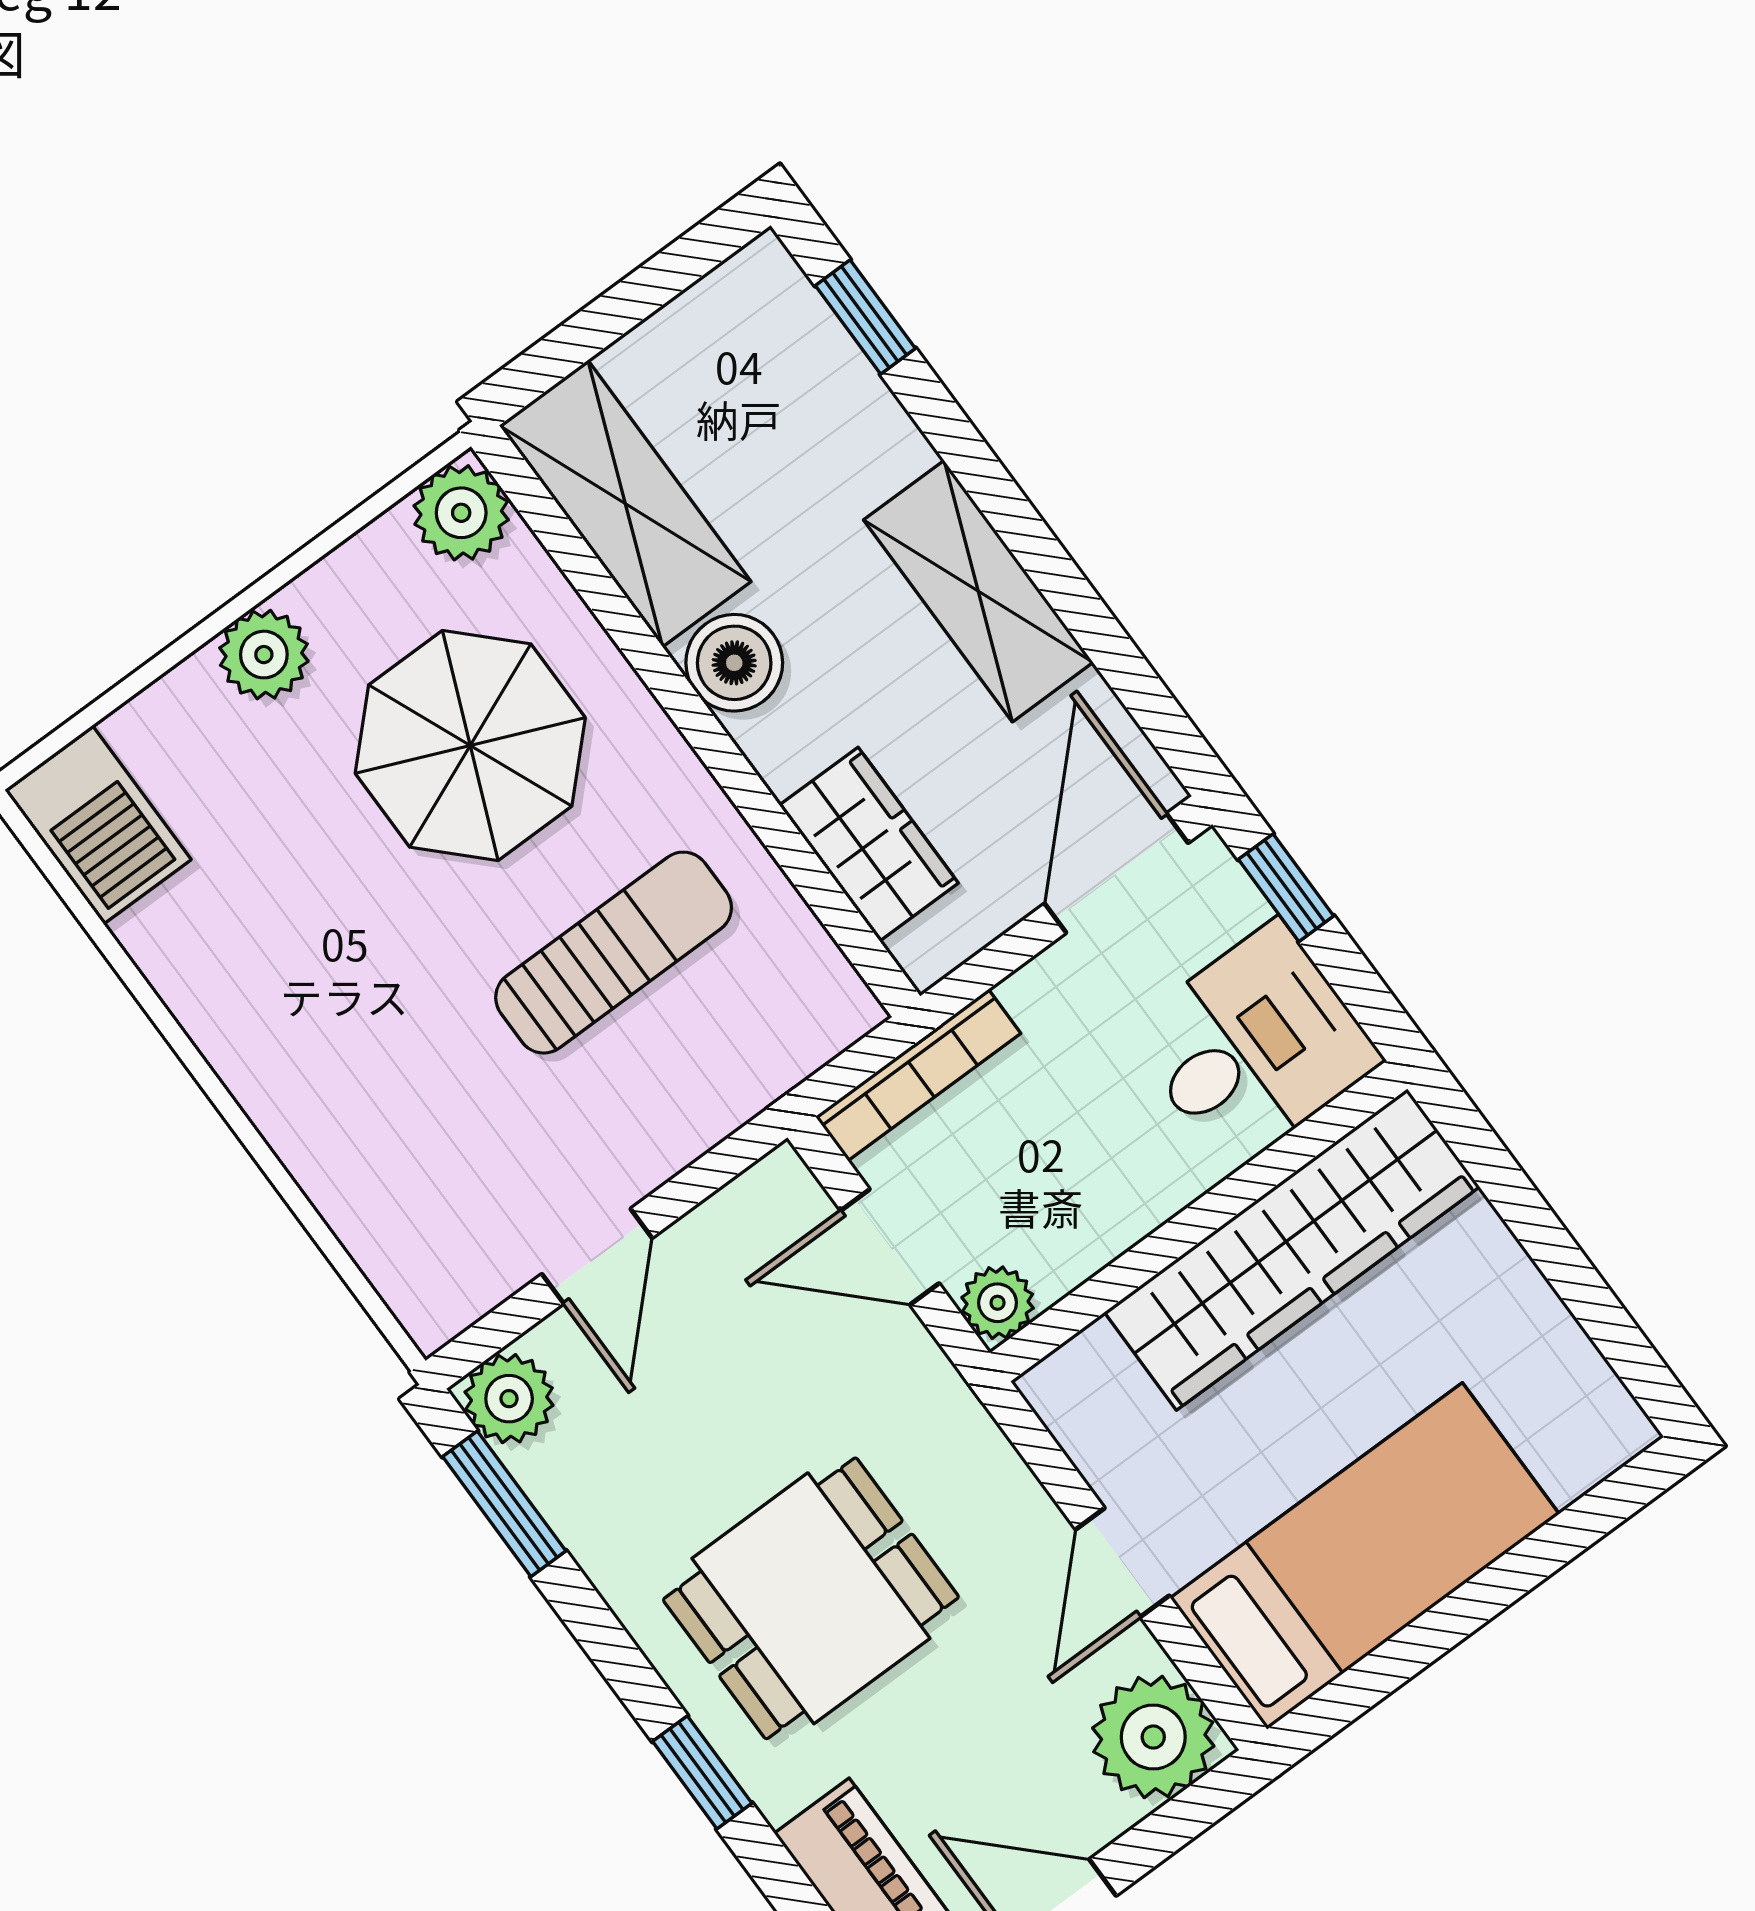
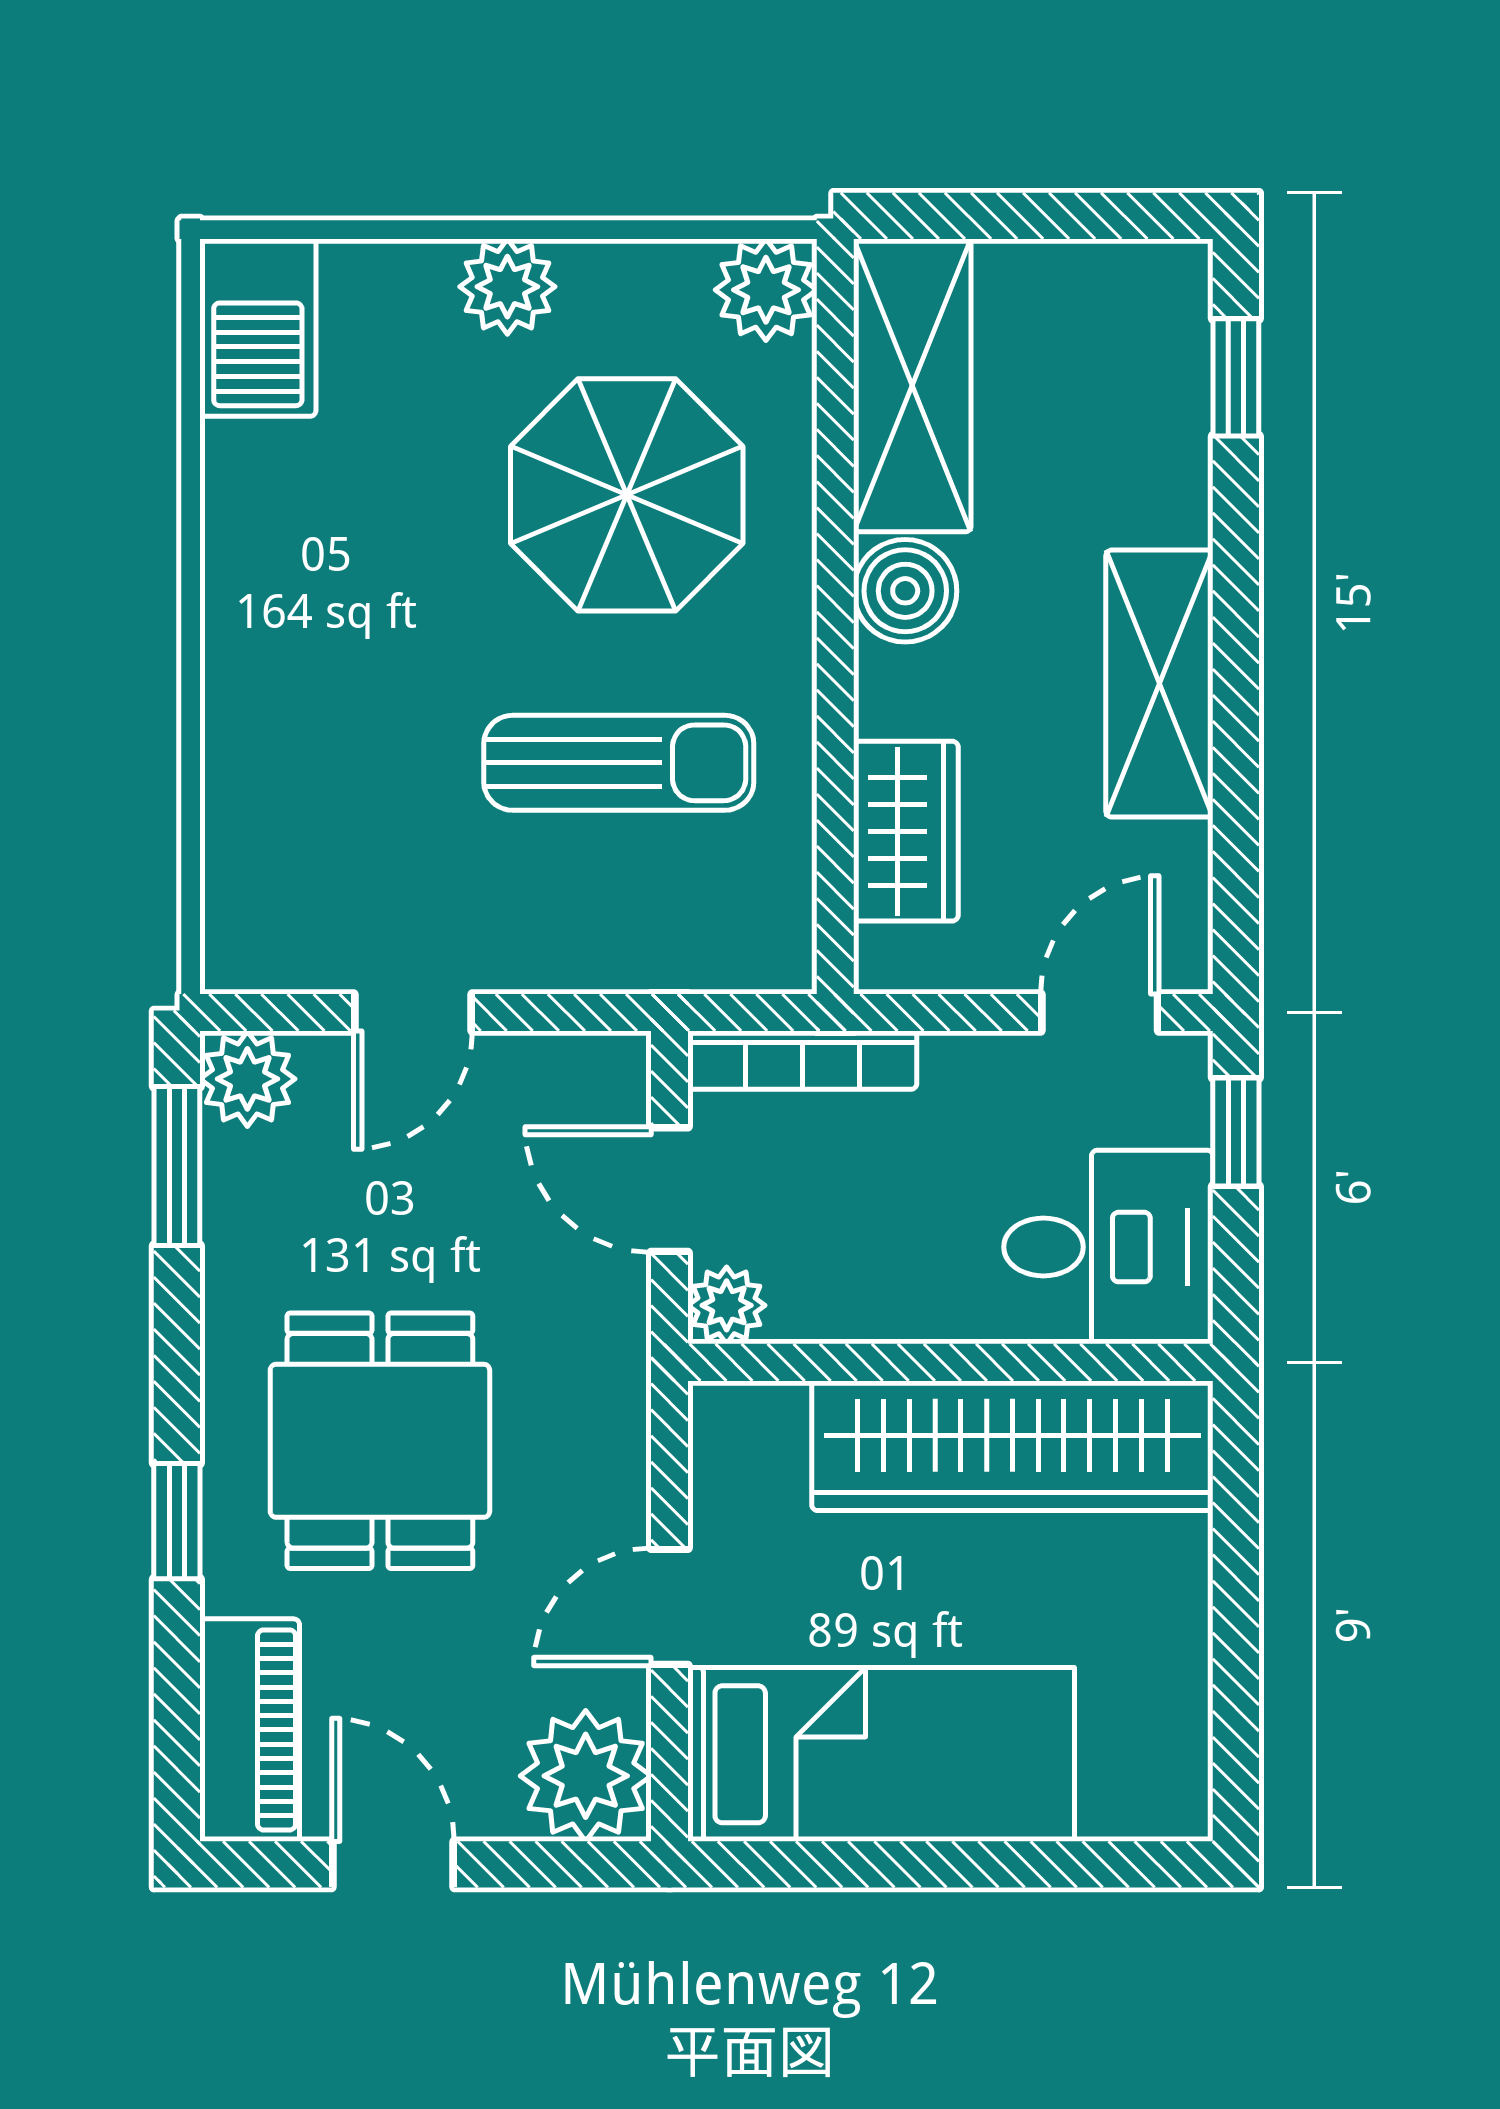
door: (1116, 873) -> (1100, 1012), width x0.73
dining table: (811, 1598) -> (380, 1441), turned 90

